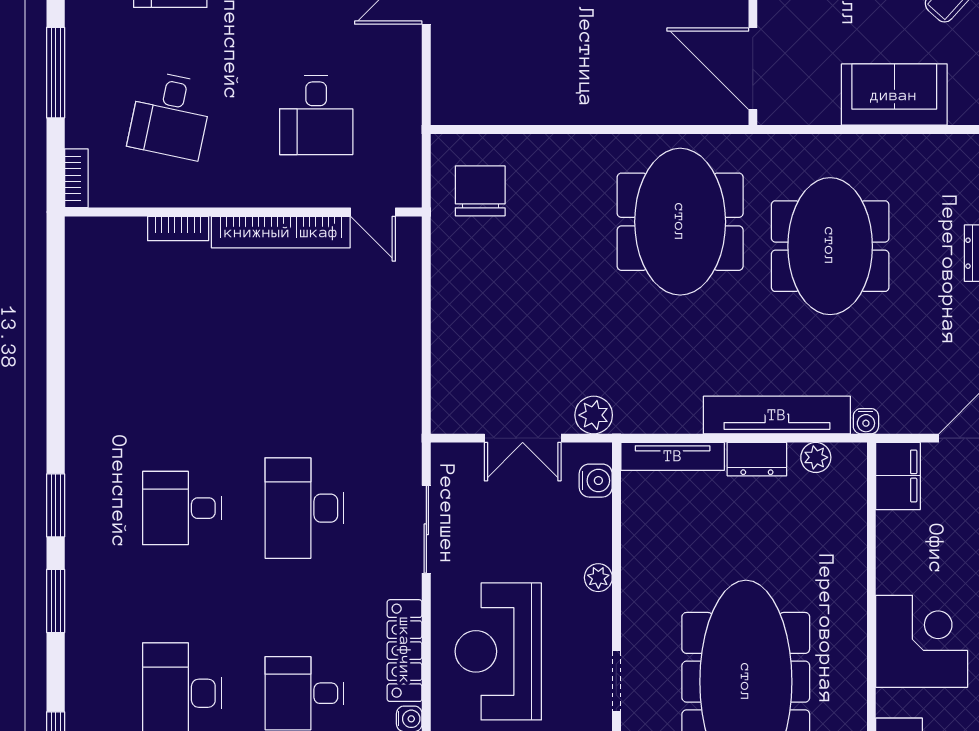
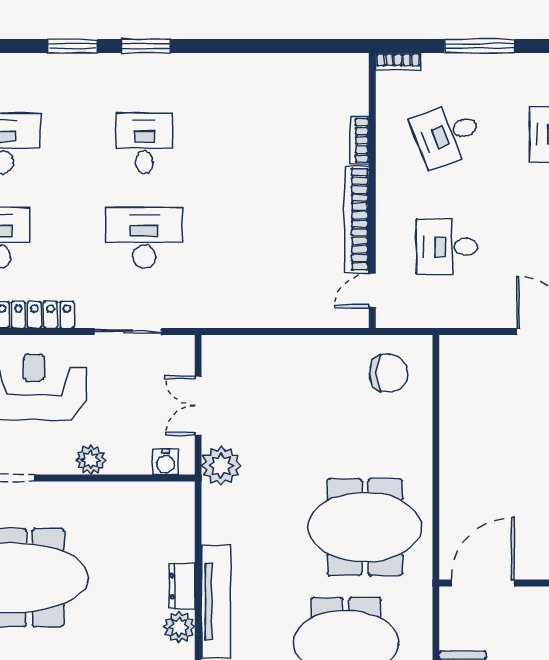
desk: (170, 115) -> (447, 134), turned -33
plant: (594, 415) -> (221, 466), width x1.36, depth x1.36
tv unit: (673, 456) -> (184, 521), removed
plant: (816, 457) -> (179, 627), width x1.38, depth x1.38
plant: (598, 578) -> (91, 460), width x1.38, depth x1.38

